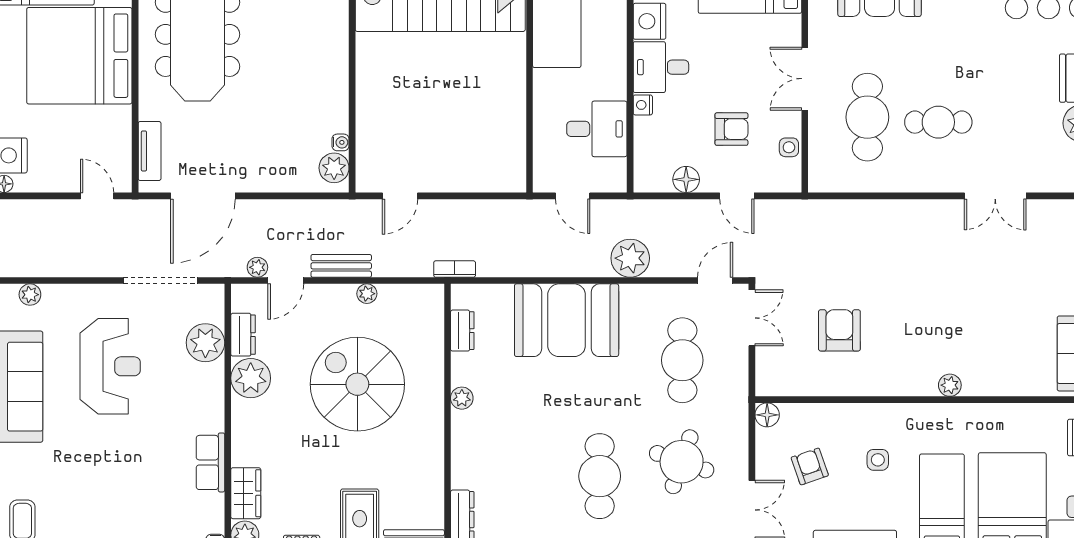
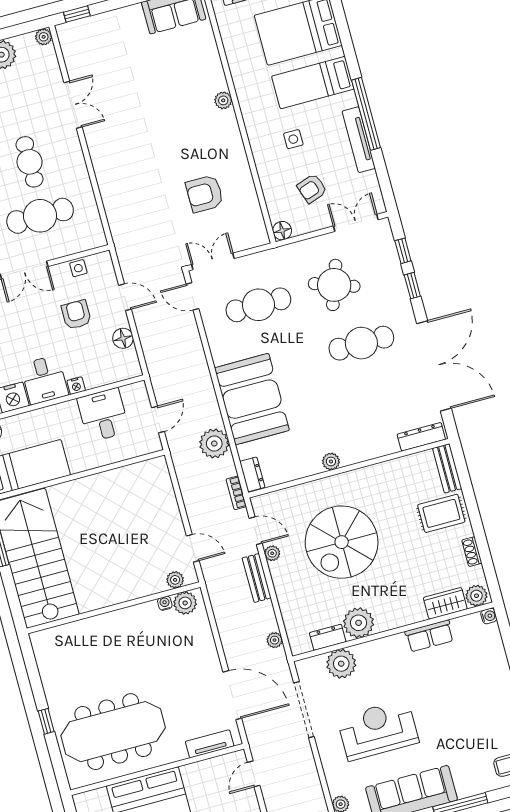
plant: (366, 163) -> (175, 580), added
door: (737, 196) -> (125, 297), hinge flipped
plant: (630, 258) -> (214, 443), moved
door: (286, 281) -> (256, 531), moved
dresser: (462, 331) -> (252, 474), moved, turned 90

